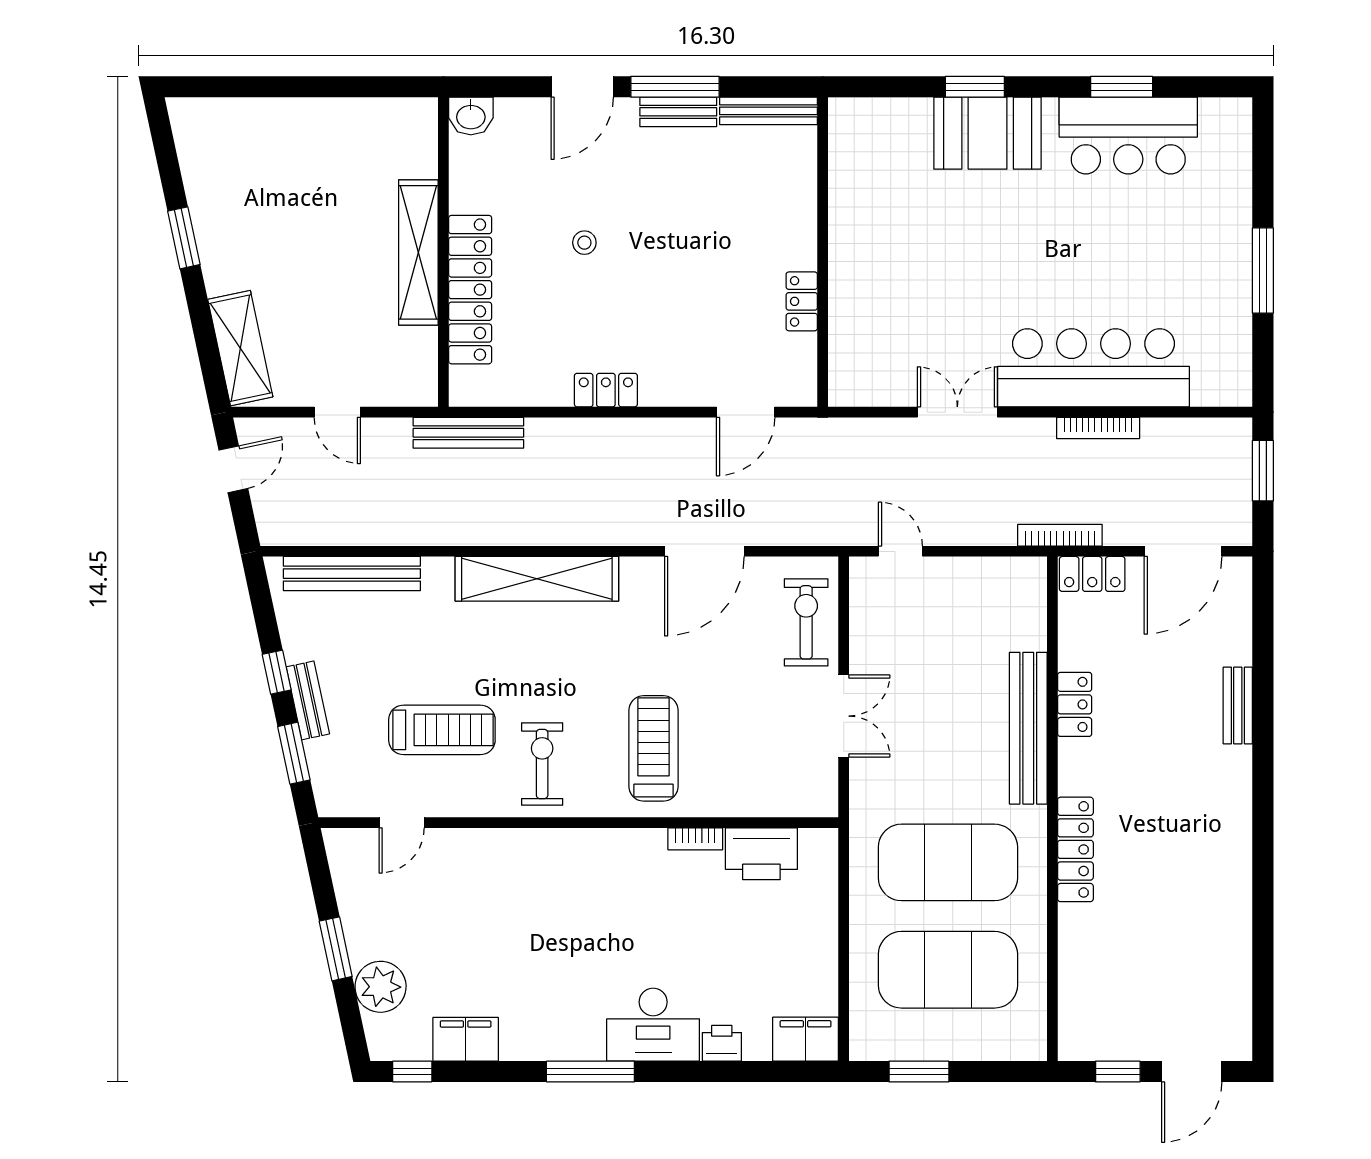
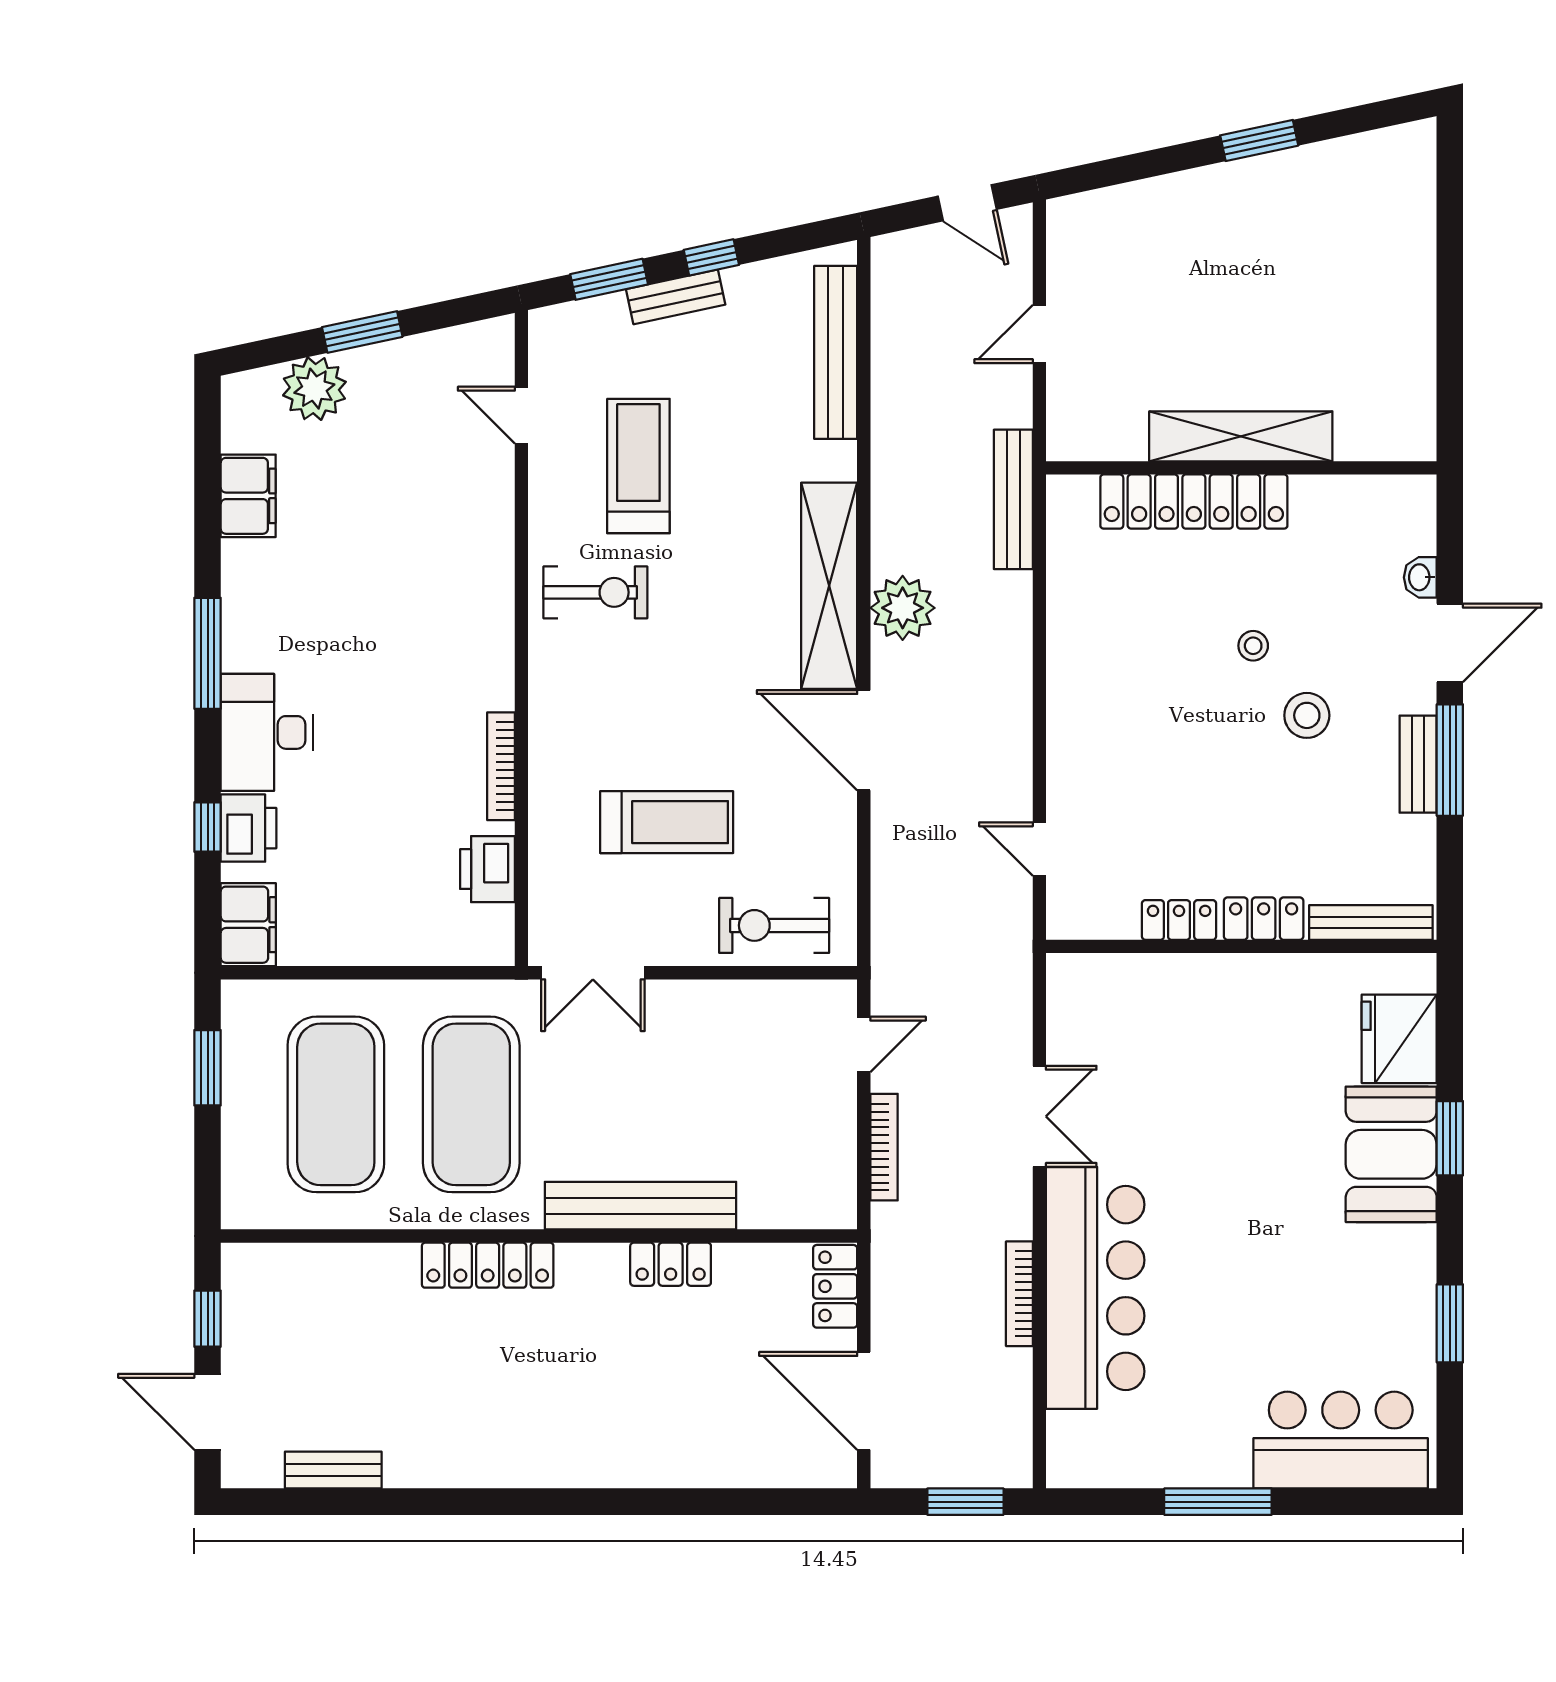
door: (582, 87) -> (1450, 643), swing flipped
bench: (768, 111) -> (1371, 922), moved, turned 90
washbasin: (471, 116) -> (1420, 577), moved, width x0.72, depth x0.69
fridge: (896, 127) -> (1399, 1039), added
bar counter: (1128, 136) -> (1341, 1440), moved, turned 90
stool: (640, 200) -> (1307, 715), added
shelving: (240, 348) -> (1120, 212), removed
locker: (606, 390) -> (1264, 919), moved, turned -90
door: (746, 412) -> (1039, 849), width x0.73
plant: (554, 521) -> (903, 608), added
bookcase: (1060, 535) -> (884, 1147), moved
door: (704, 551) -> (864, 740), moved
exercise bike: (806, 622) -> (774, 925), turned 180
bench: (1238, 705) -> (333, 1470), moved
double door: (844, 716) -> (593, 973), moved
treadmill: (442, 730) -> (638, 466), turned 180
treadmill: (653, 748) -> (667, 822), moved
bookcase: (695, 839) -> (501, 766), width x1.56
printer: (761, 854) -> (487, 869), width x0.73, depth x0.84
printer: (722, 1043) -> (249, 828), width x1.36, depth x1.24
window: (412, 1071) -> (208, 827), moved

